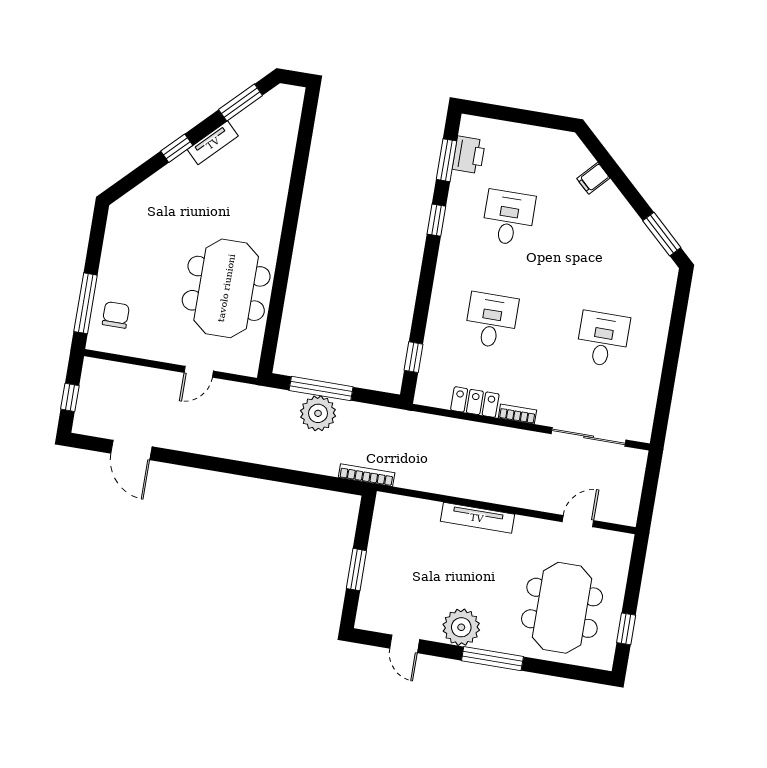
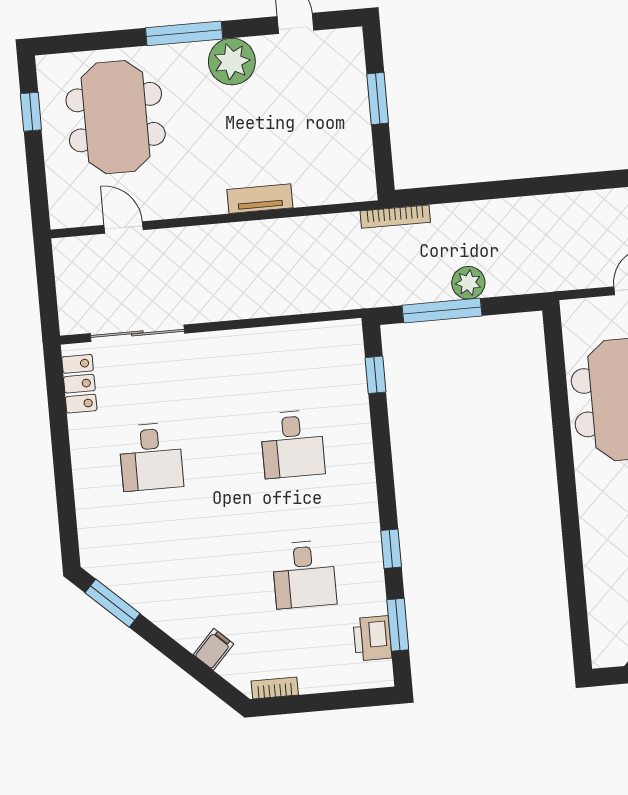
window: (321, 389) -> (442, 311), moved
locker: (475, 402) -> (79, 384), moved, turned -90
plant: (318, 413) -> (468, 283), width x0.73, depth x0.73
bookcase: (517, 414) -> (275, 688), moved, turned 180
tv unit: (477, 518) -> (260, 199), width x0.71
door: (578, 521) -> (124, 228), swing flipped

